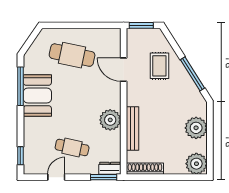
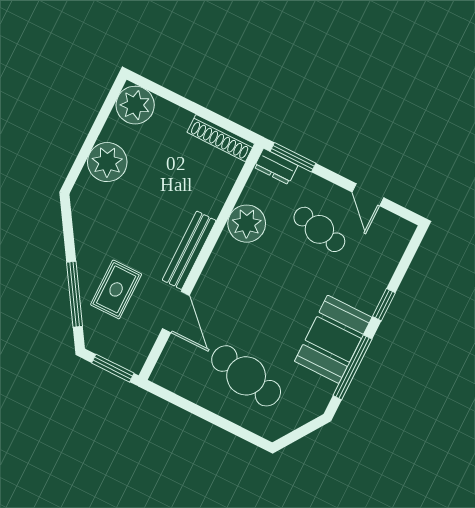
window: (193, 74) -> (74, 294), moved
plant: (110, 120) -> (247, 224), moved
bench: (132, 129) -> (189, 250), moved
window: (20, 156) -> (384, 305), moved
door: (56, 177) -> (368, 195), hinge flipped

